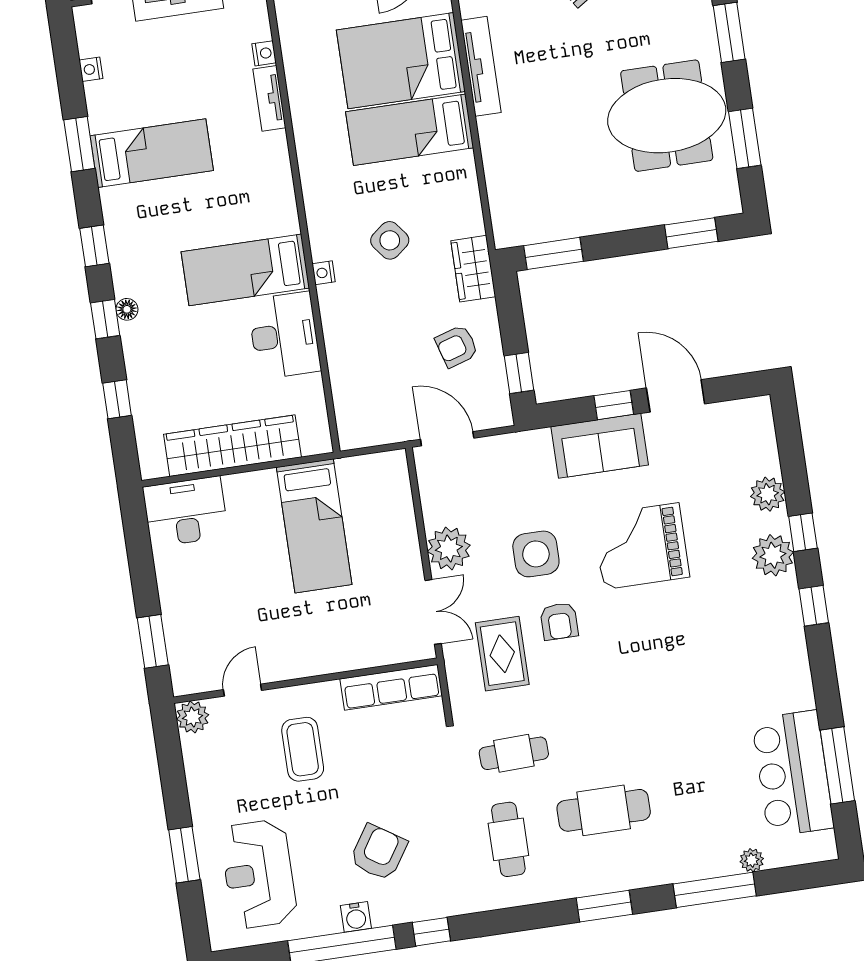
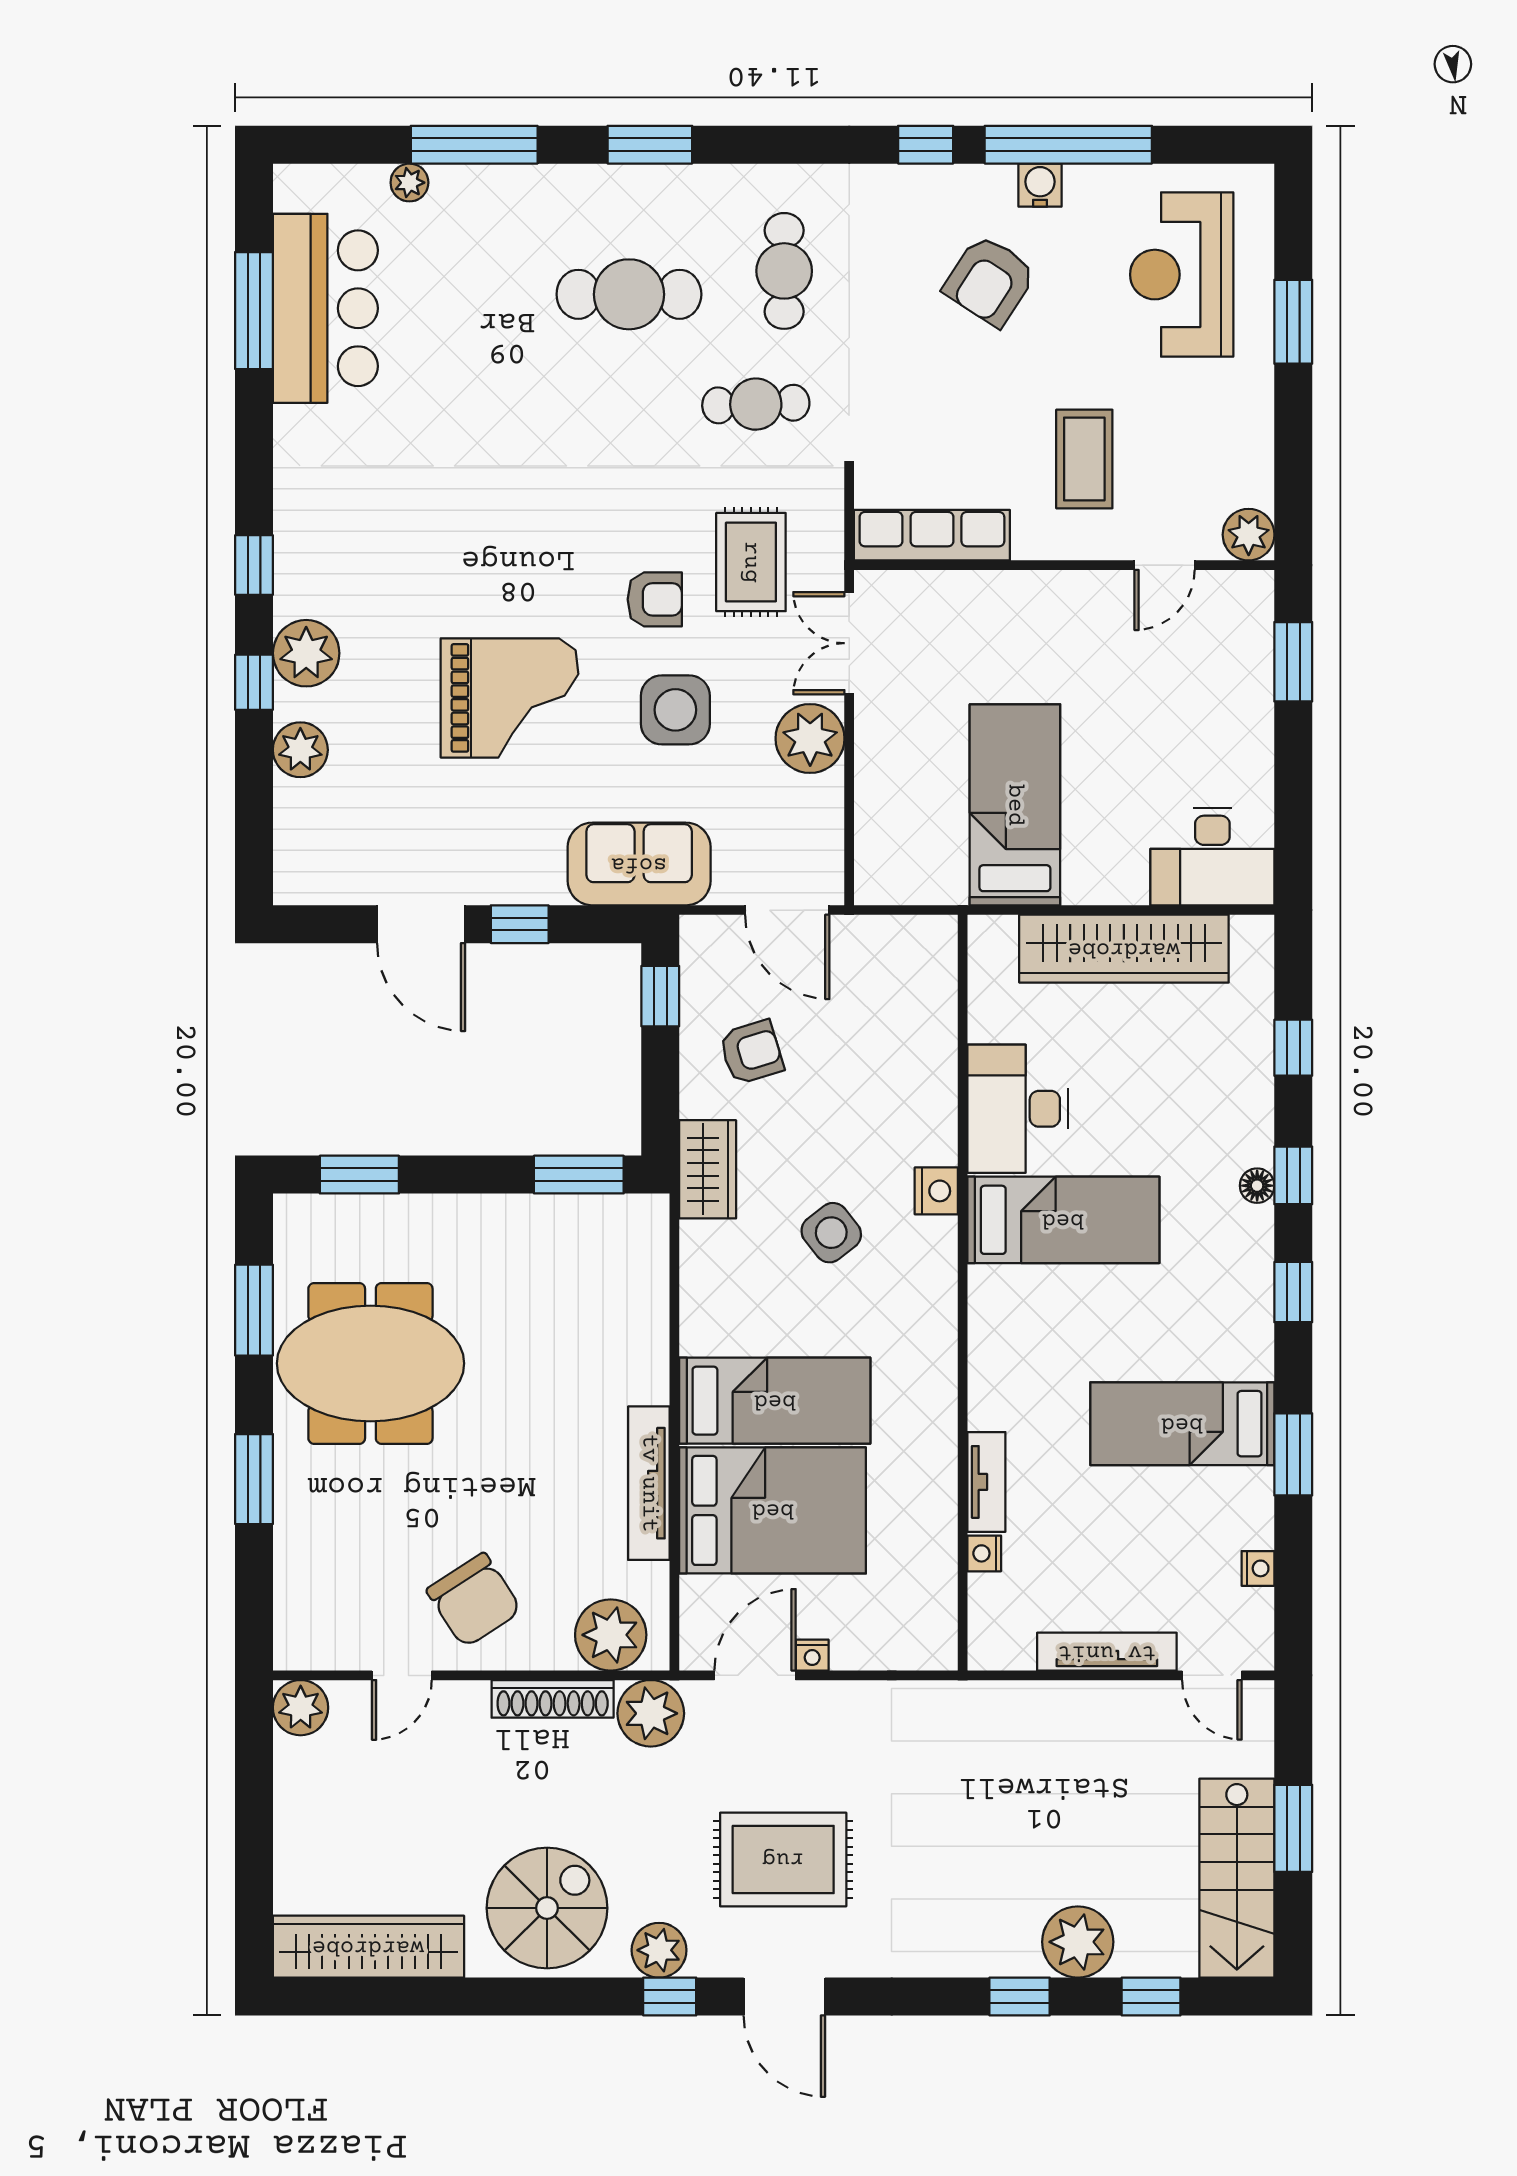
nightstand: (324, 273) -> (936, 1191), width x1.39, depth x1.35
sofa: (600, 446) -> (639, 864), moved
armchair: (559, 621) -> (655, 599), turned 90
reception desk: (259, 874) -> (1182, 275), turned 180

